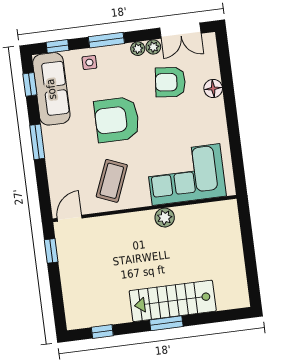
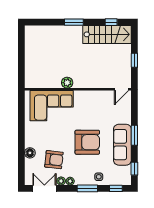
sofa: (51, 89) -> (122, 145), moved
coffee table: (112, 181) -> (95, 107), removed
window: (51, 251) -> (134, 60), moved
stairs: (173, 301) -> (107, 34), moved

